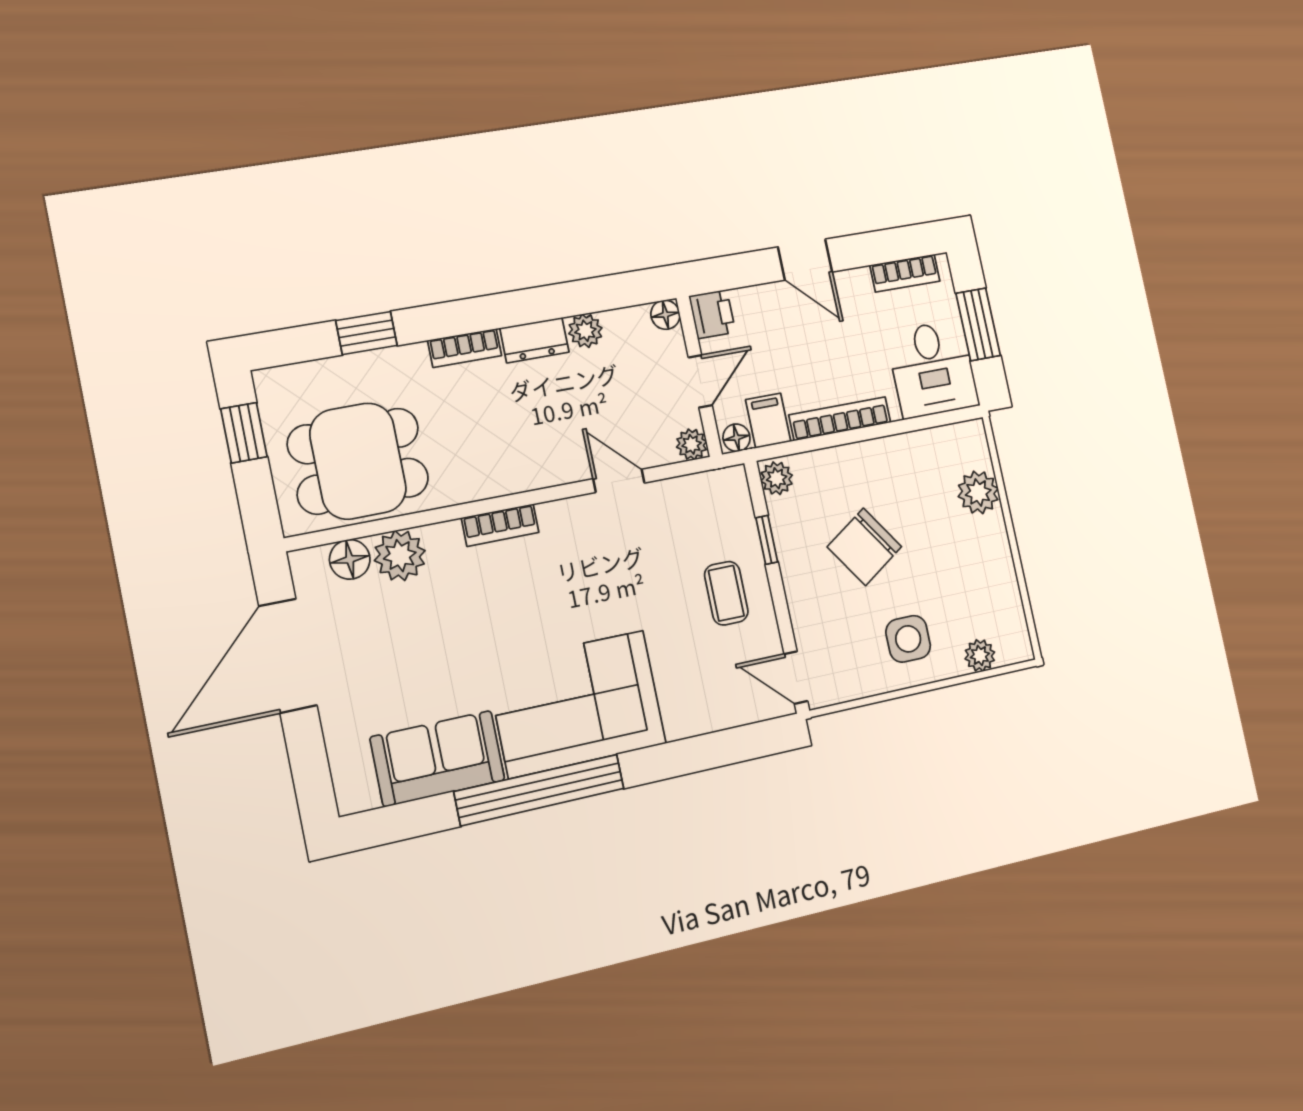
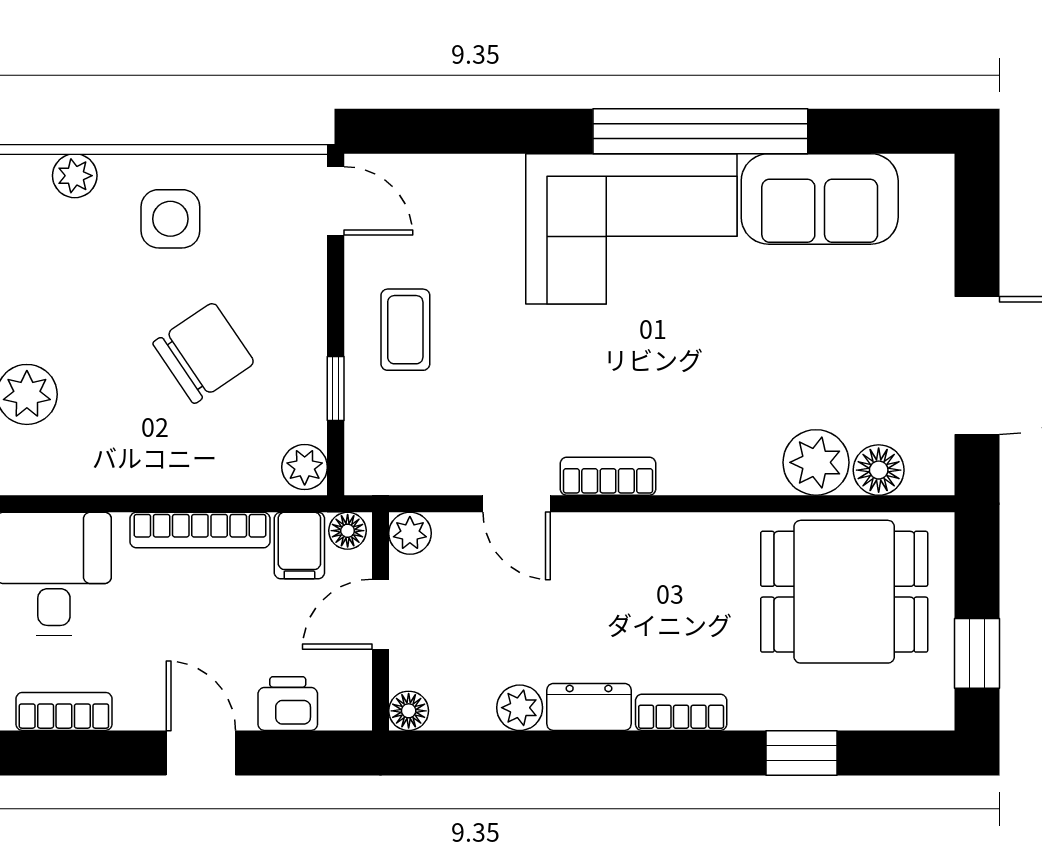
printer: (712, 314) -> (288, 704), moved, turned 90
bookcase: (500, 525) -> (608, 476), moved

